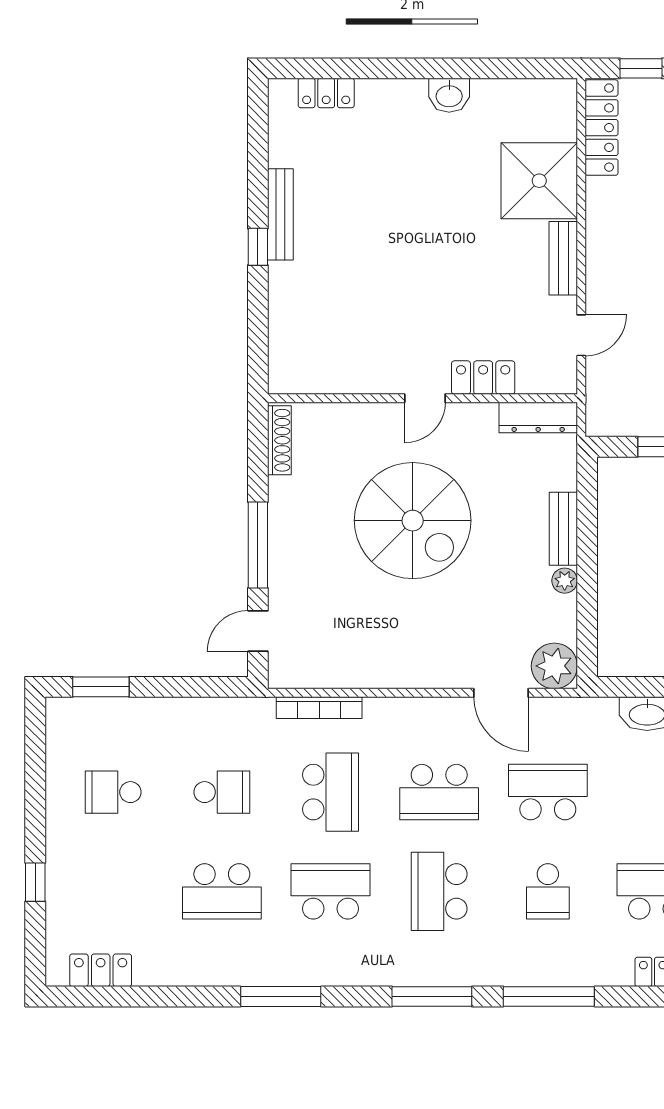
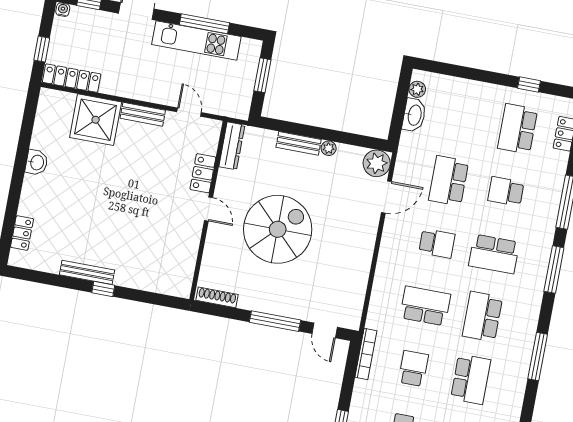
bookcase: (319, 708) -> (366, 354), moved
school desk: (439, 792) -> (437, 243), width x0.54
school desk: (548, 891) -> (506, 191), turned 180

